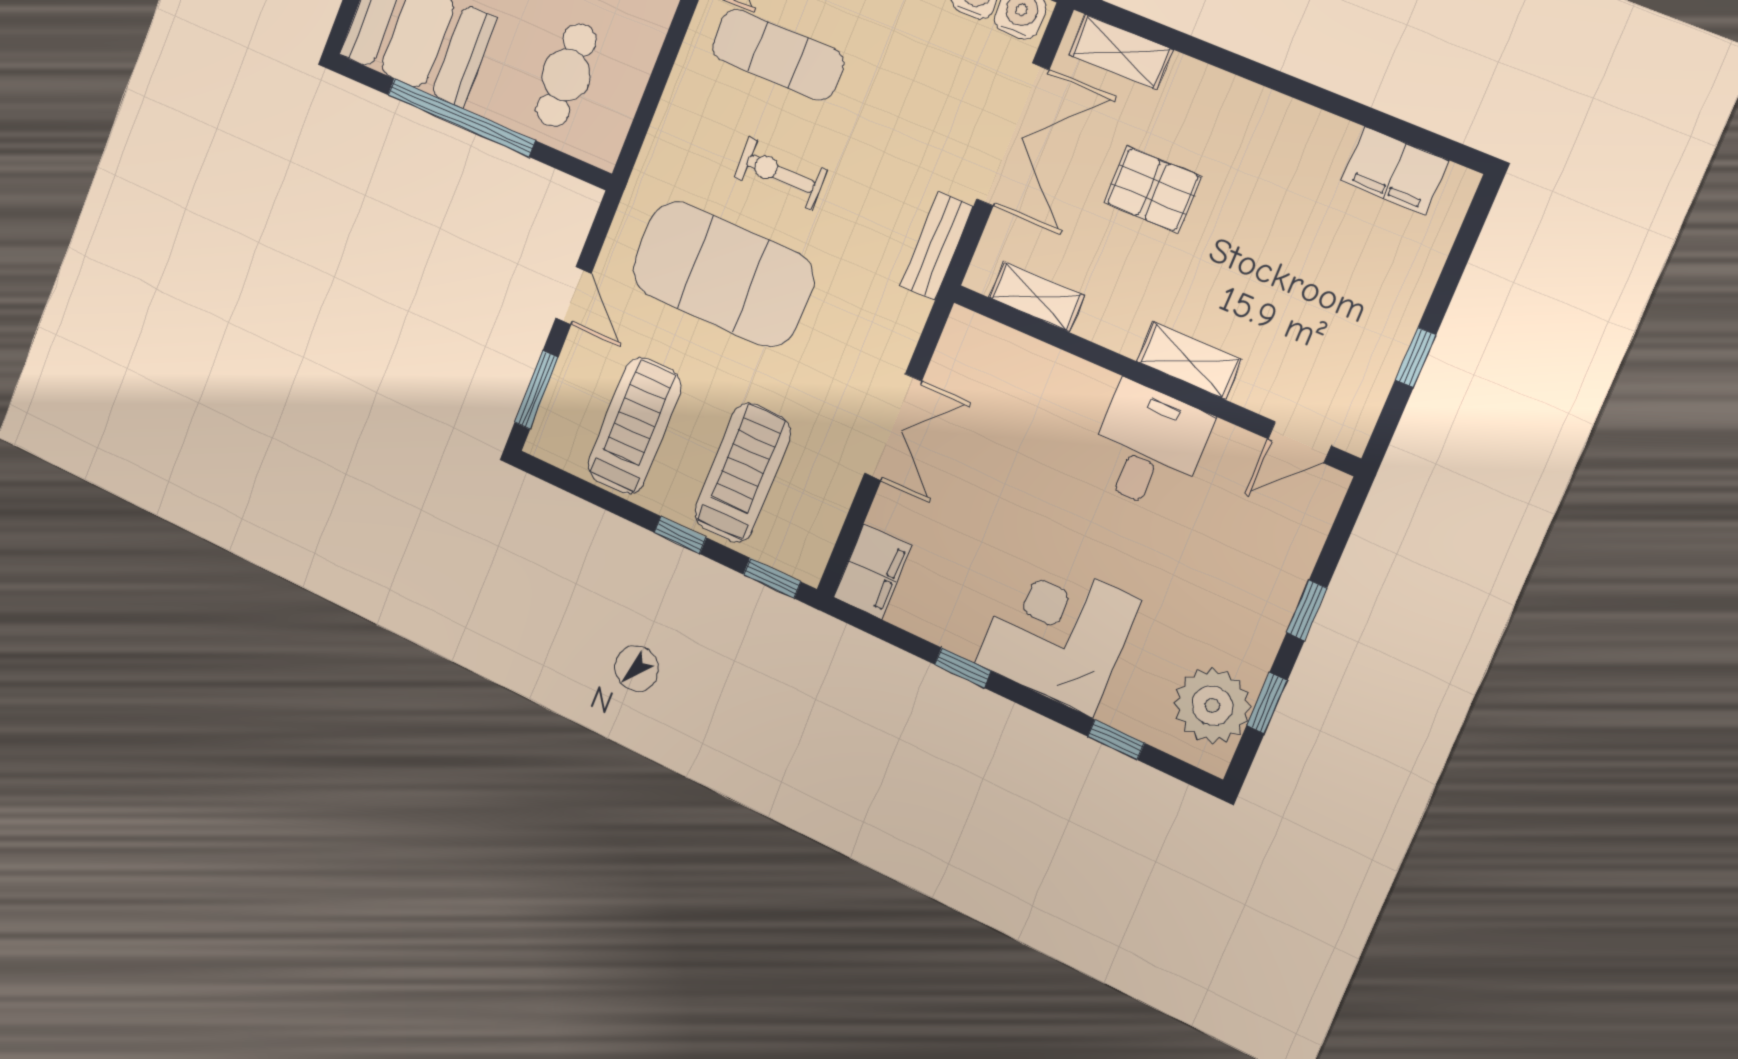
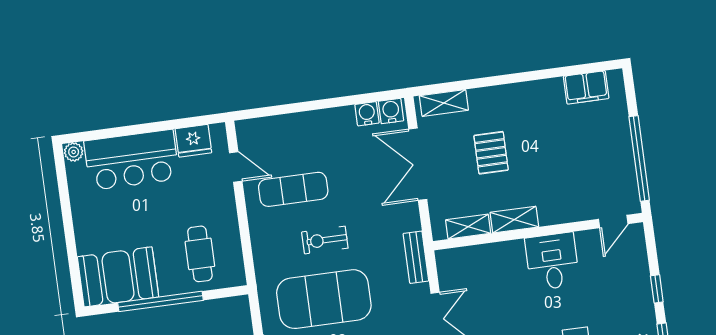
double door: (1013, 135) -> (418, 164), swing flipped
pallet: (1153, 190) -> (491, 153), turned 90
bench: (937, 246) -> (416, 257), moved
window: (1416, 357) -> (639, 158), width x3.17
shelving: (1189, 361) -> (514, 220), moved

